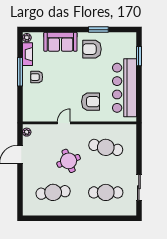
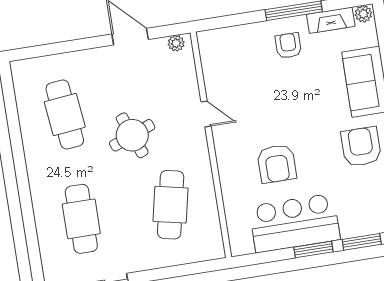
window: (139, 81) -> (313, 249), added
bar counter: (124, 88) -> (295, 223), width x0.73
armchair: (91, 102) -> (277, 164), moved

